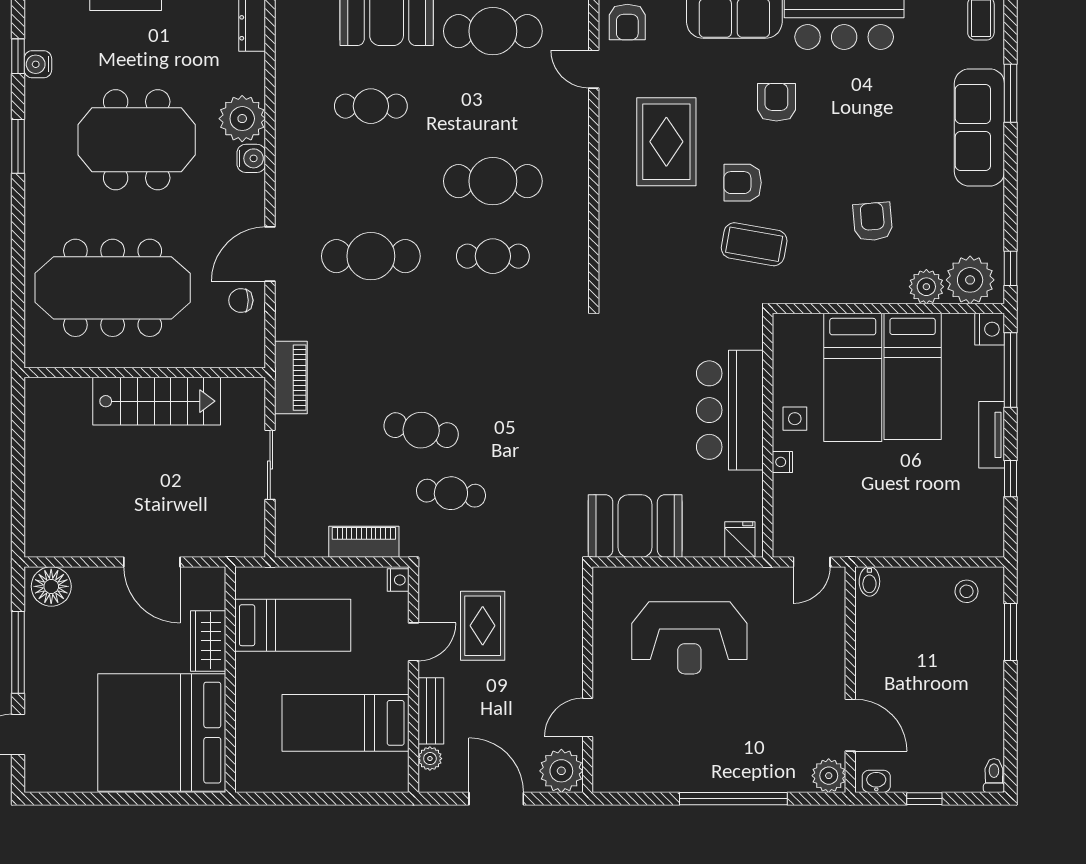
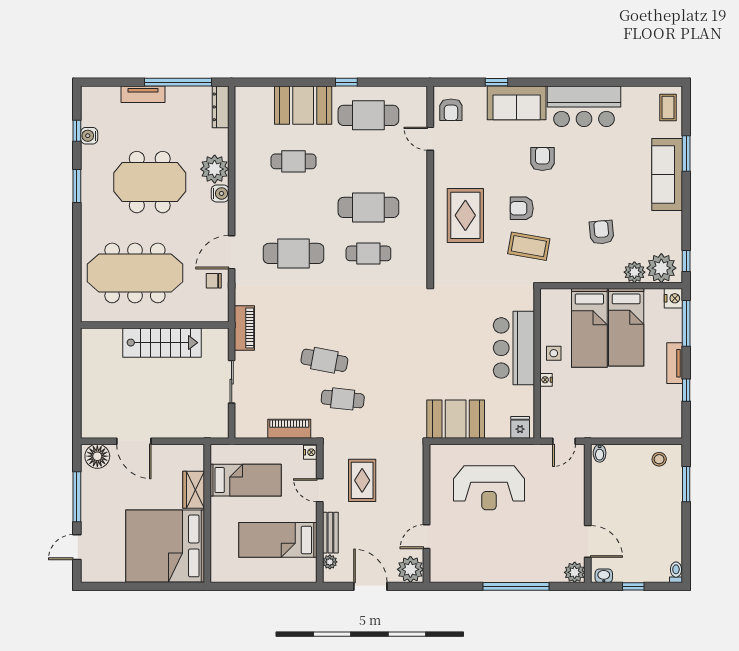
rug: (666, 142) -> (465, 215), moved
door: (152, 562) -> (134, 441), moved
door: (414, 642) -> (320, 490), swing flipped

